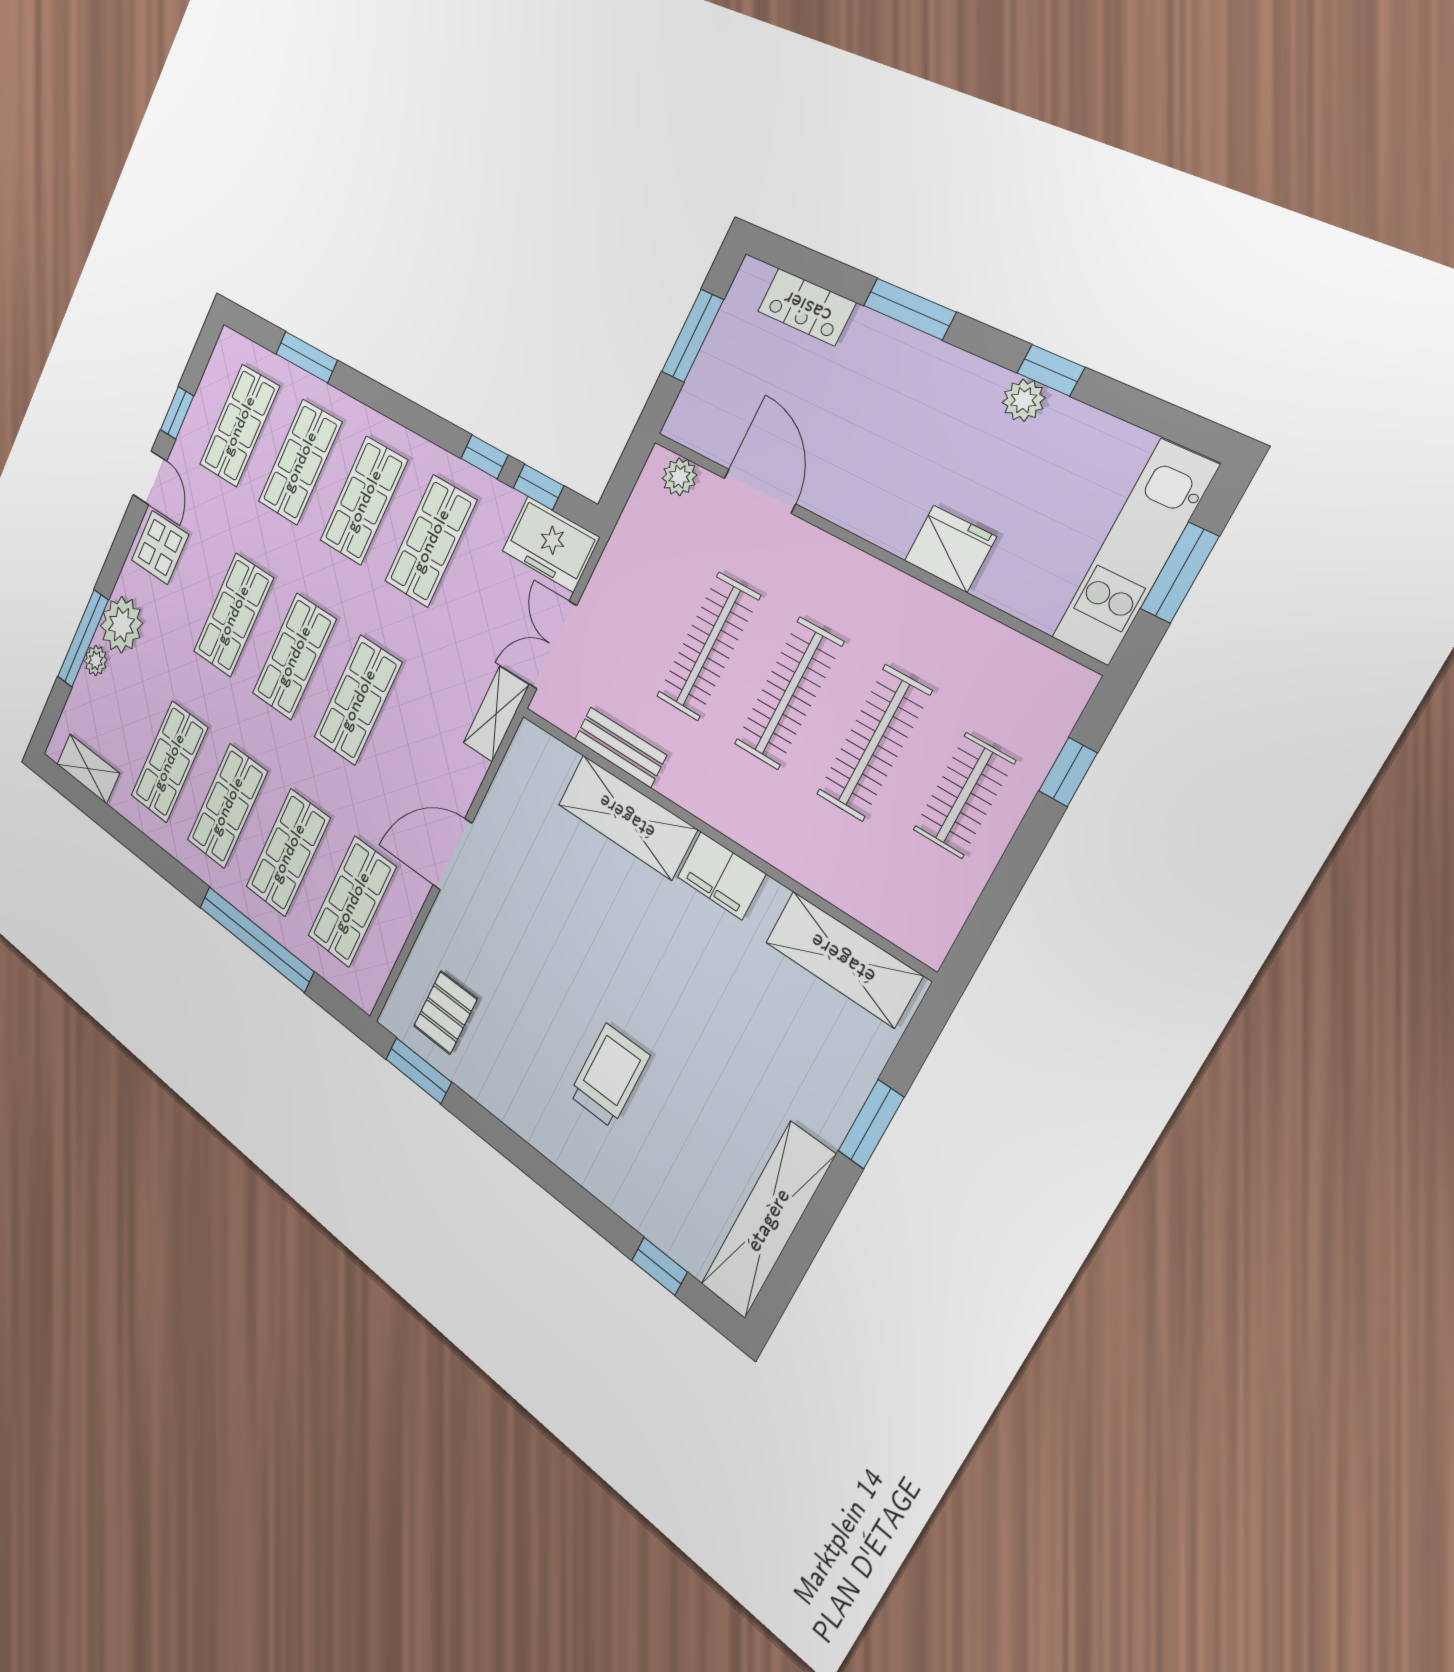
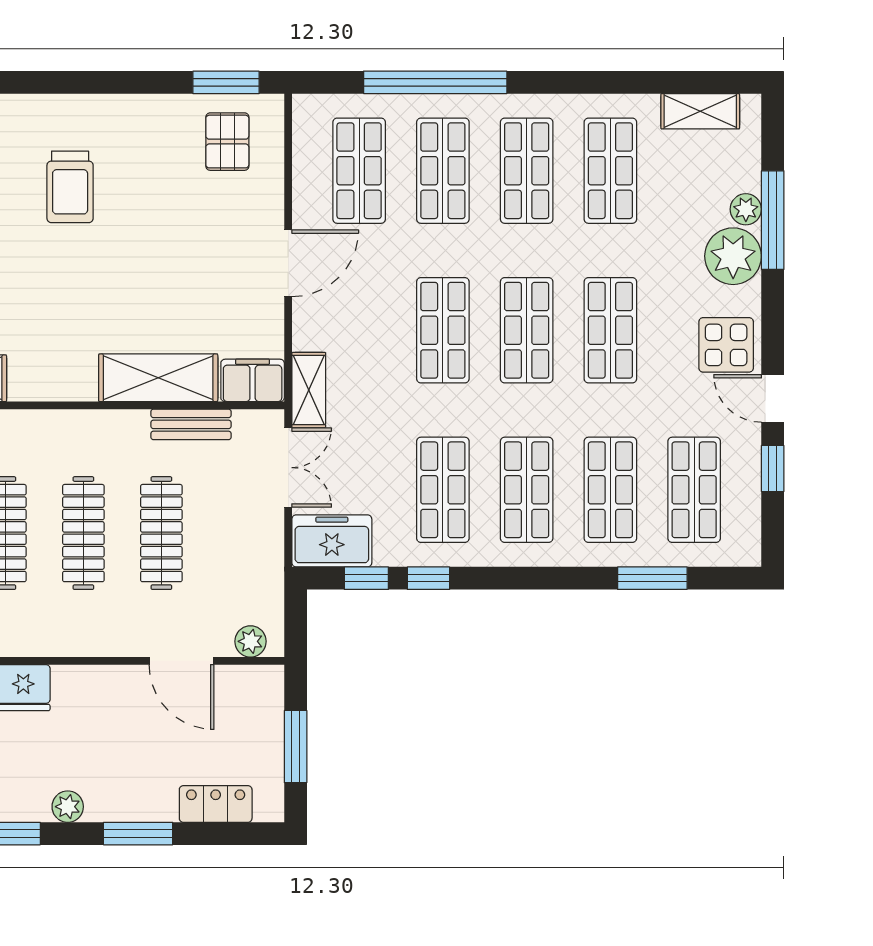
plant: (1024, 400) -> (68, 807), moved
filing cabinet: (721, 876) -> (253, 380), moved

